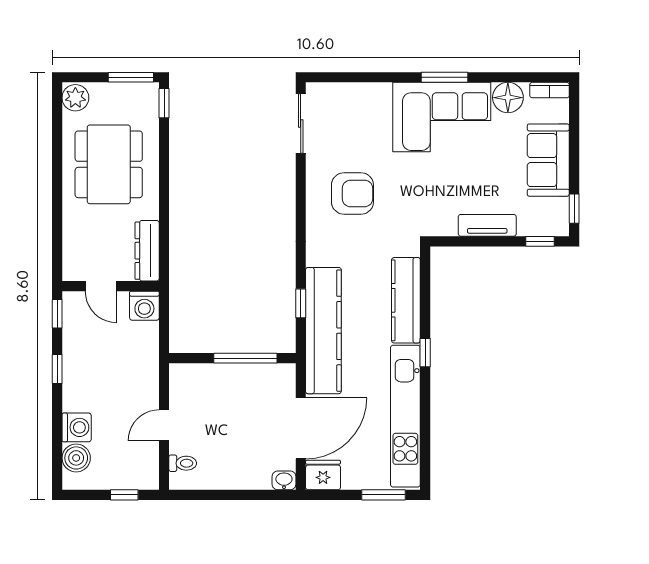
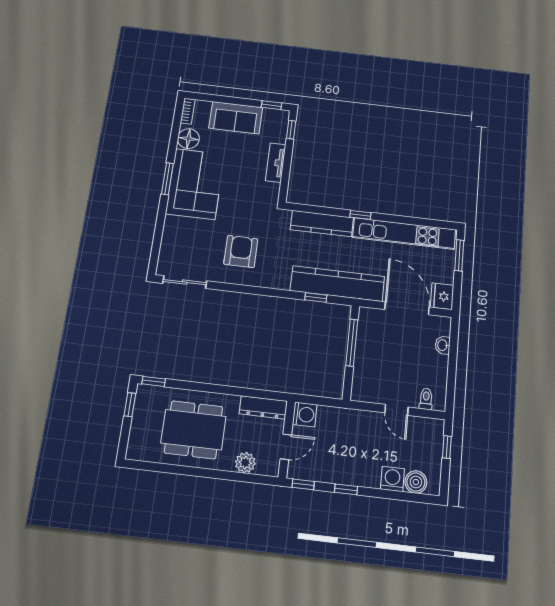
window: (131, 77) -> (130, 405), width x0.67
plant: (75, 98) -> (245, 463), moved
washbasin: (284, 480) -> (443, 345), moved

